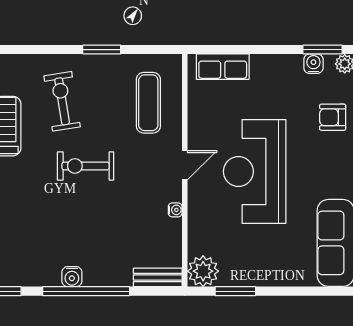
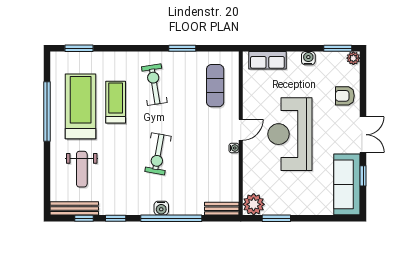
water cooler: (313, 64) -> (308, 58), moved
exercise bike: (86, 166) -> (158, 154), moved, turned -80
water cooler: (175, 210) -> (234, 148), moved

